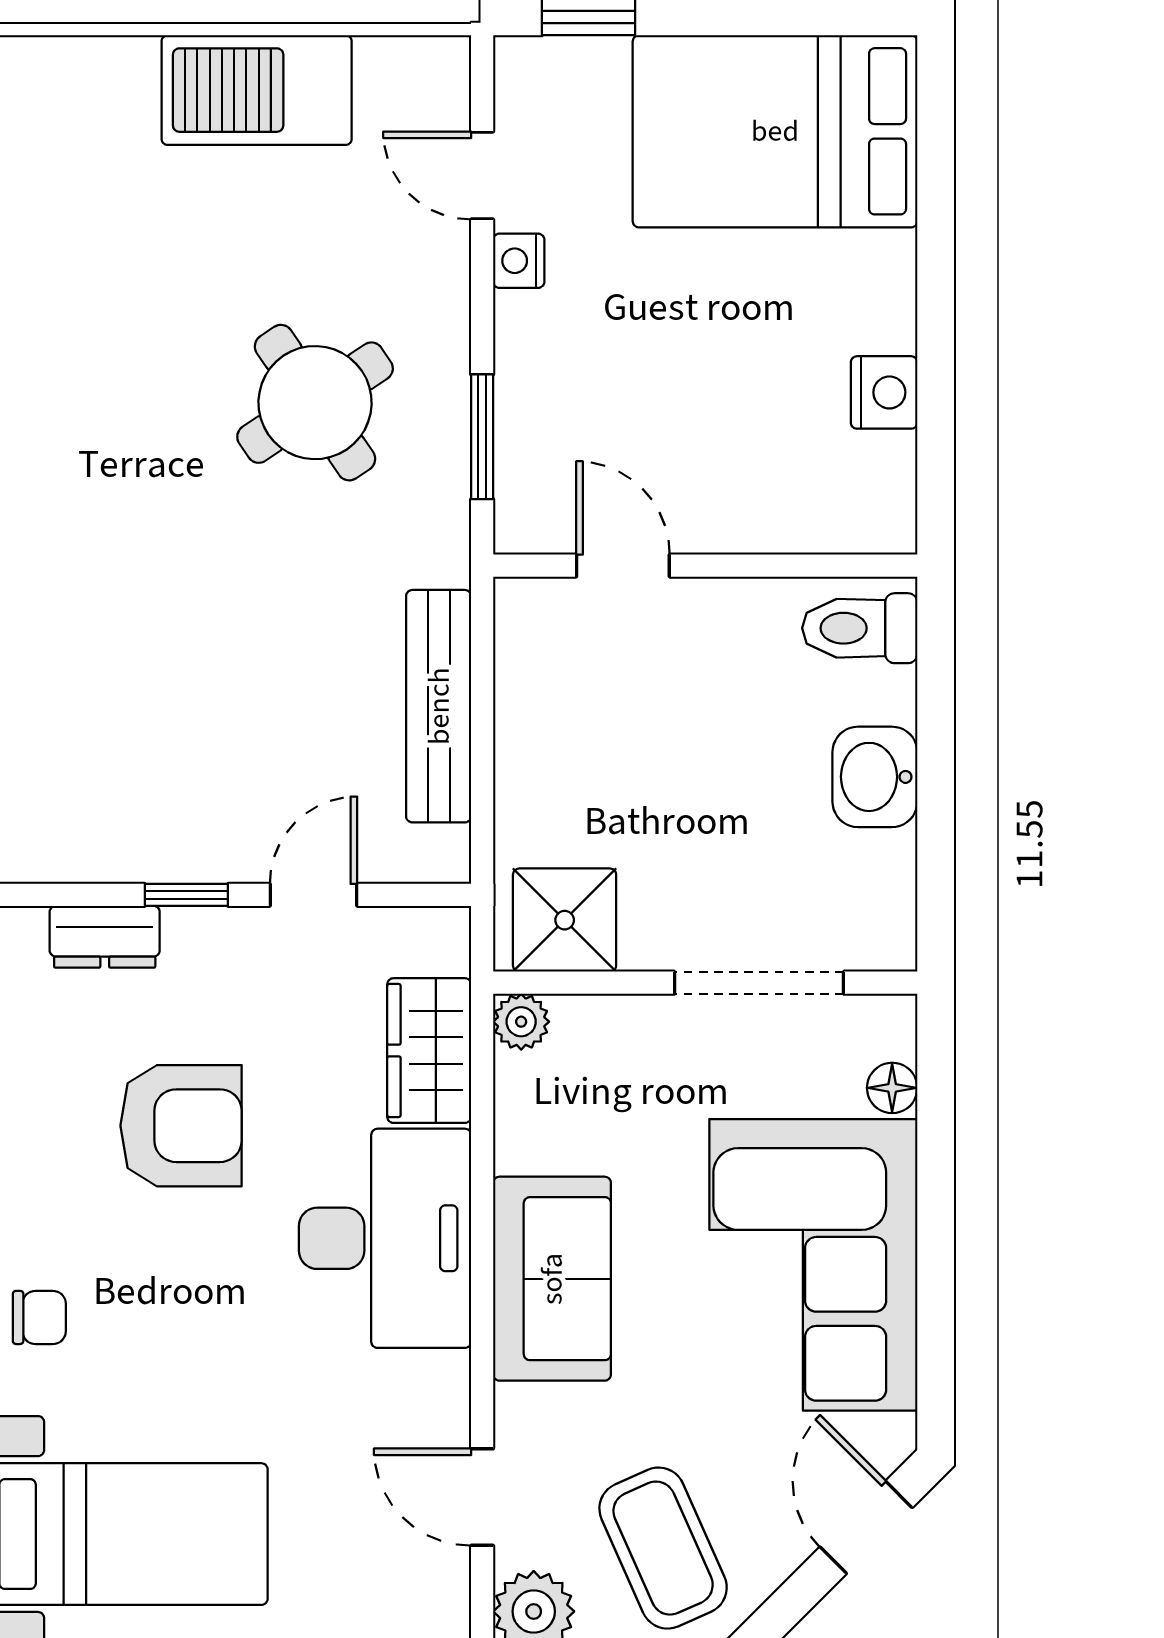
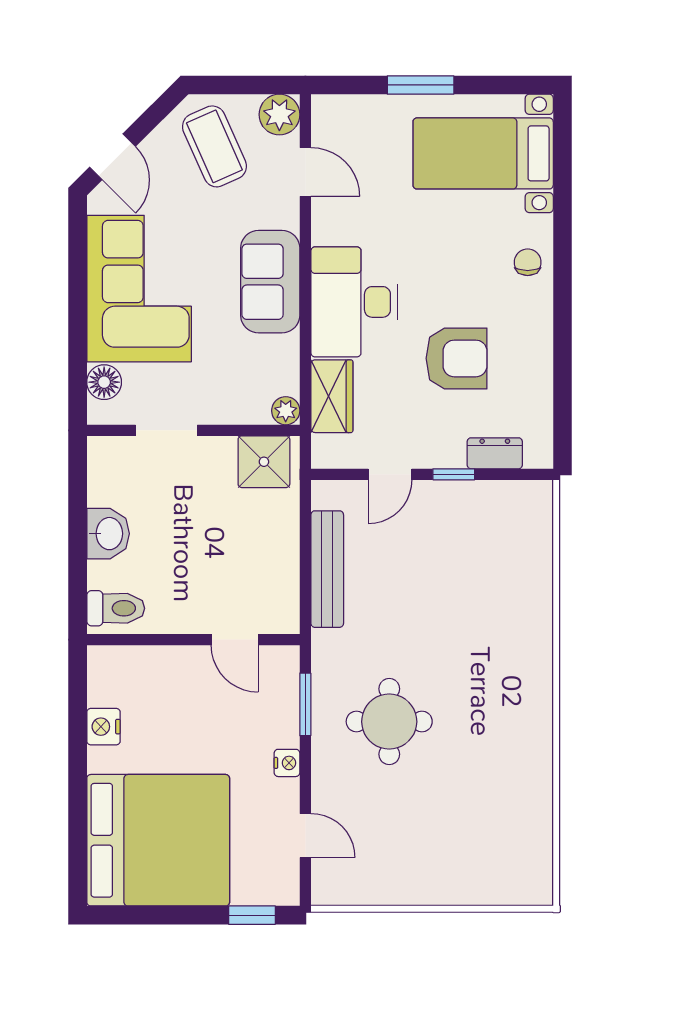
barbecue: (257, 90) -> (419, 878), removed
bed: (775, 131) -> (158, 840), width x1.36
nightstand: (519, 261) -> (287, 763), moved
round table: (315, 403) -> (389, 722), turned 34
doorway: (759, 983) -> (166, 430), width x0.73
floor lamp: (892, 1088) -> (104, 382), width x1.37, depth x1.37
armchair: (181, 1126) -> (456, 358), turned 180
chair: (39, 1317) -> (528, 262), turned 90

